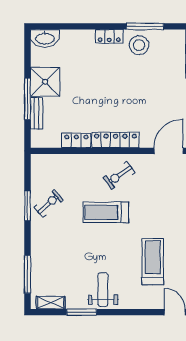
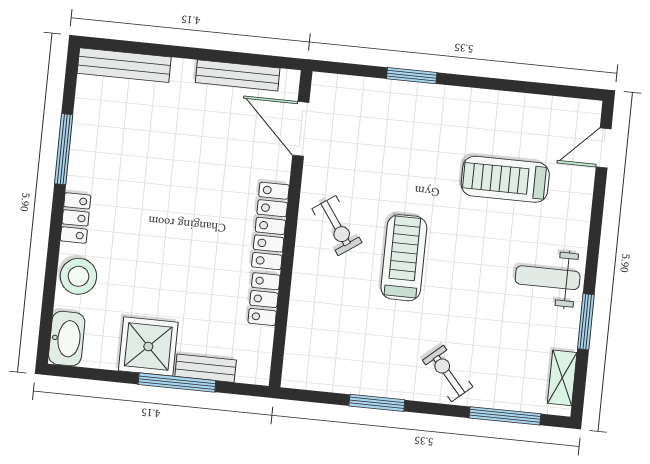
stool: (139, 45) -> (78, 276), moved
exercise bike: (49, 204) -> (448, 374), moved
treadmill: (106, 212) -> (404, 258), turned 180

